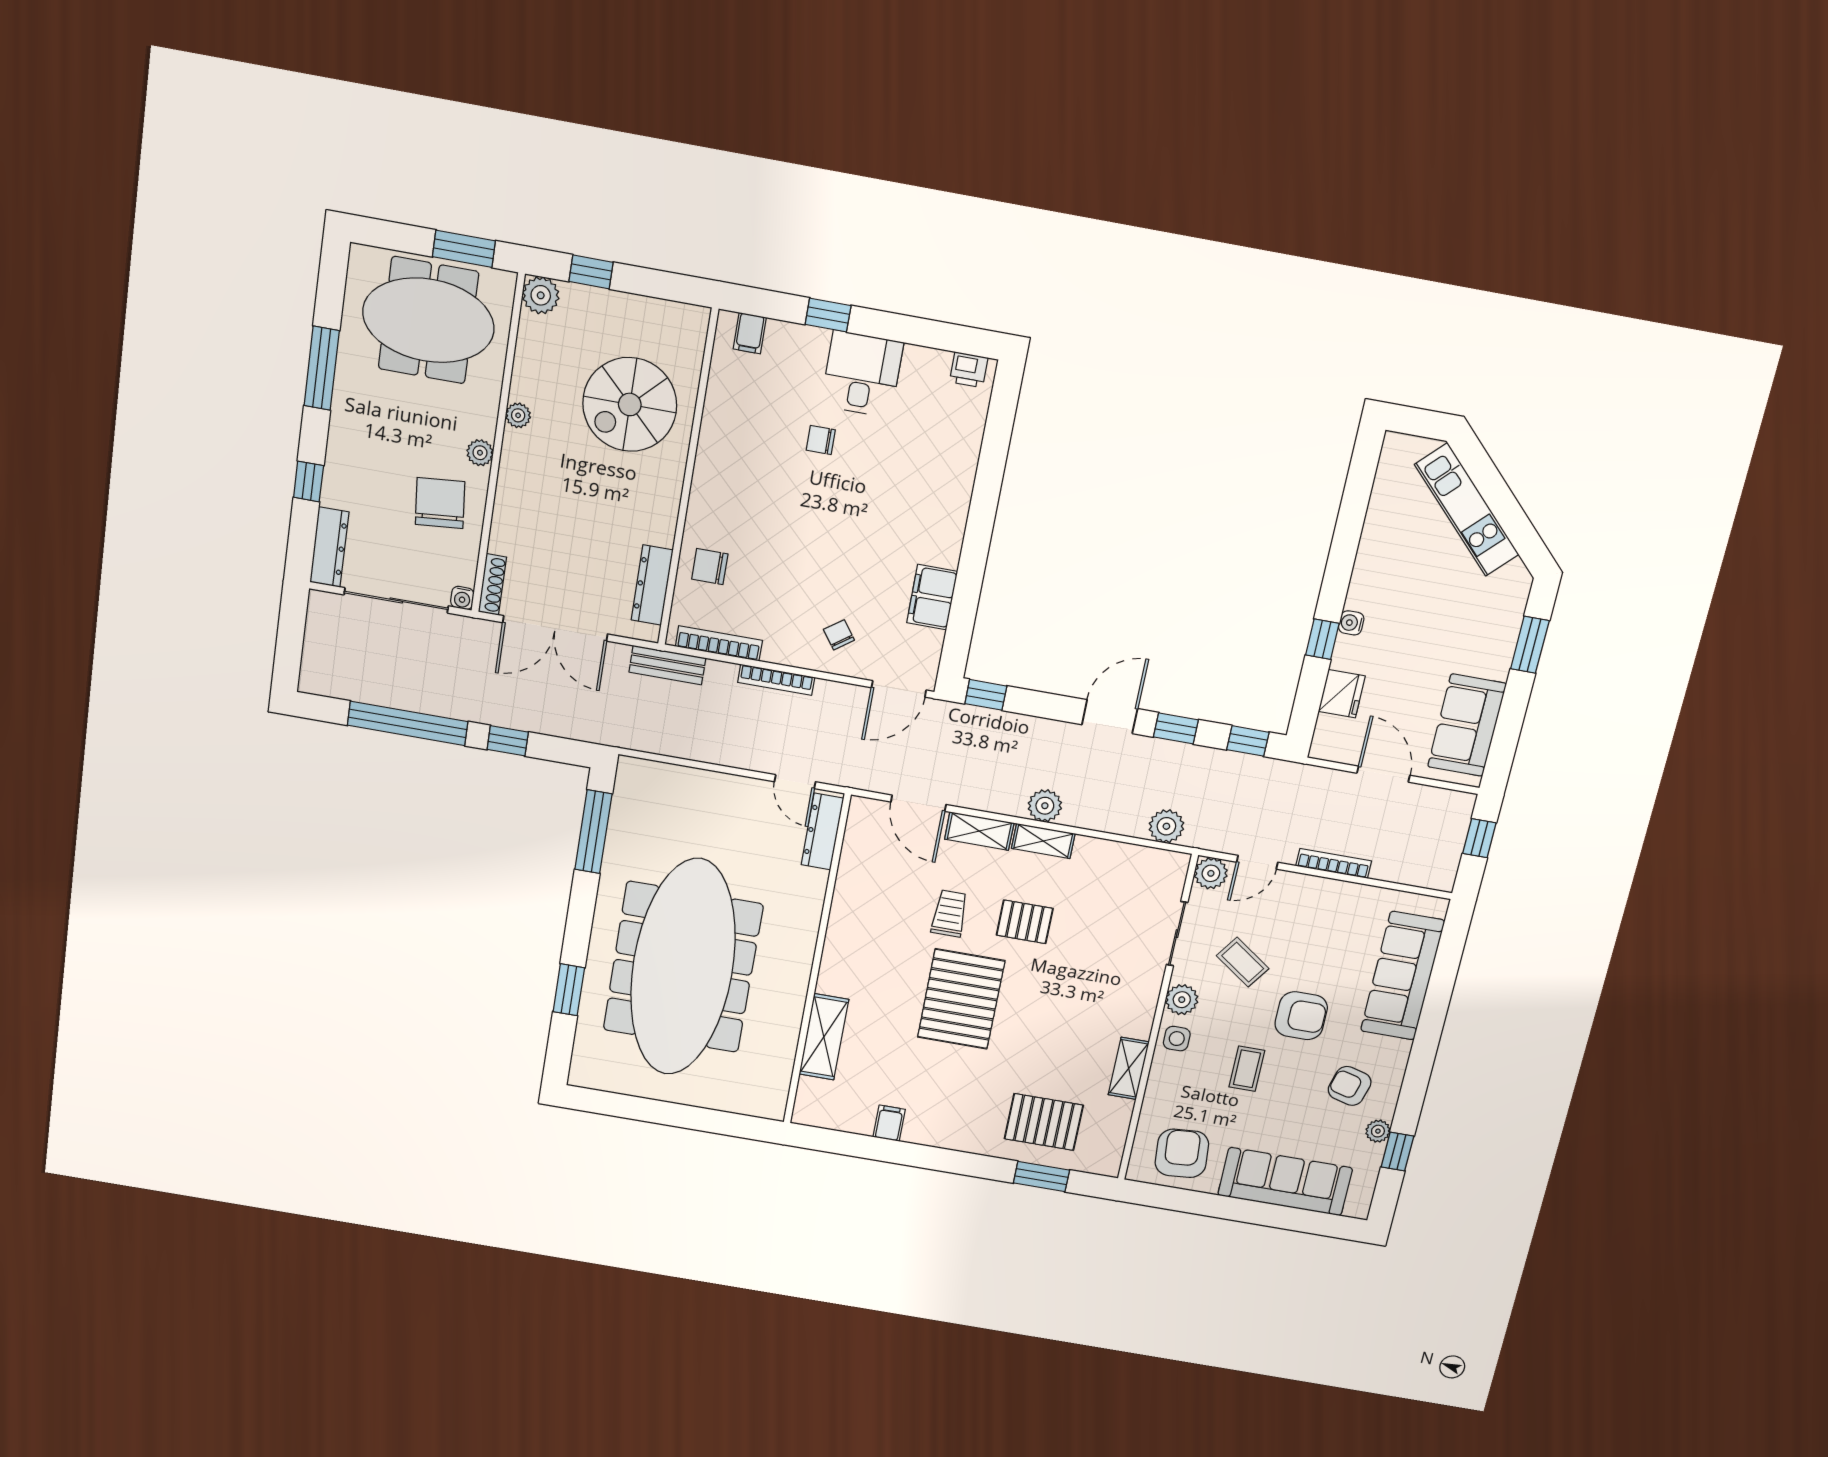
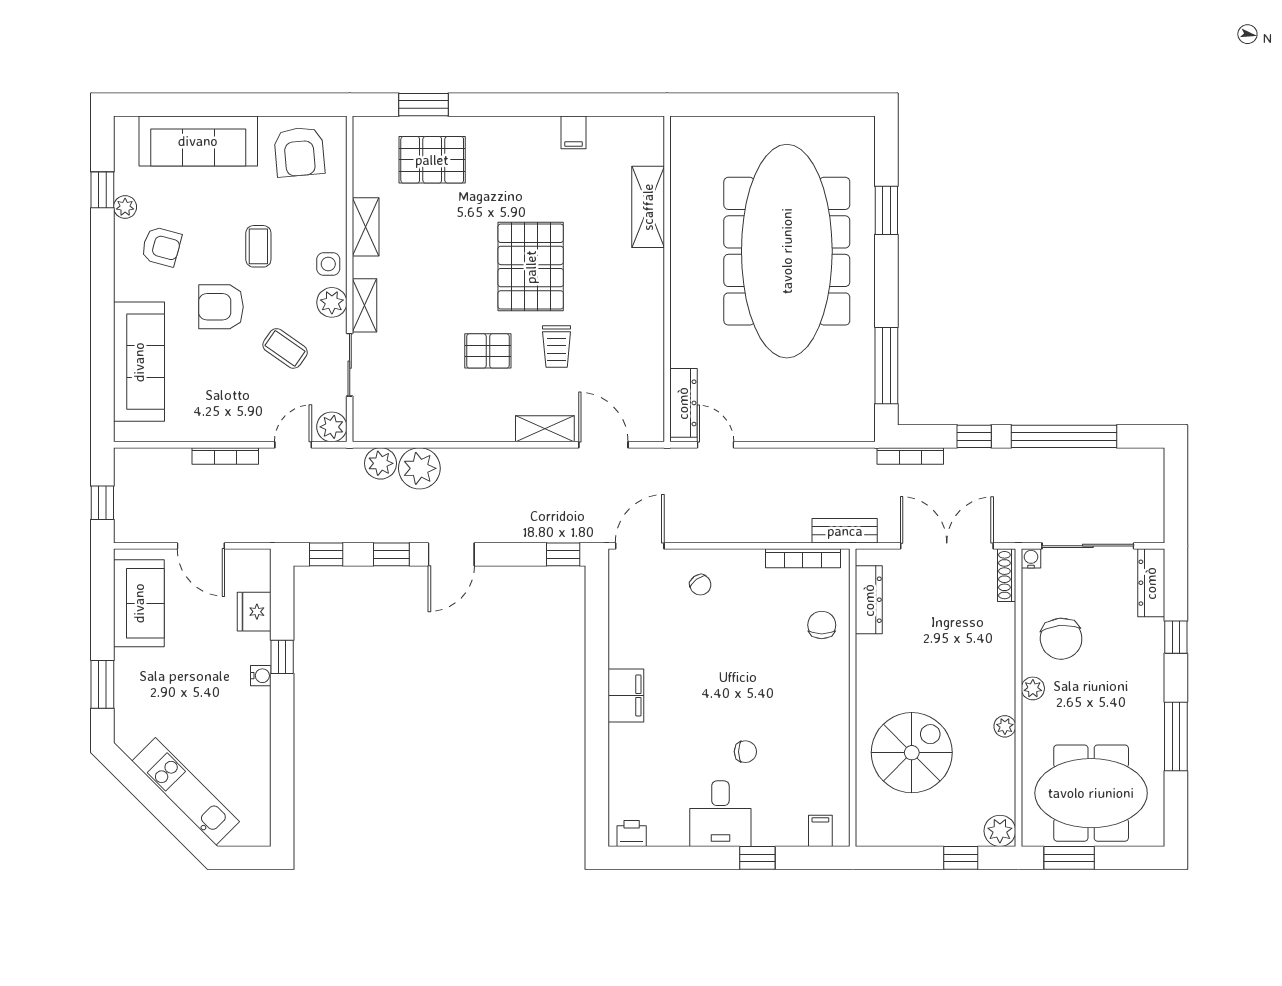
chair: (710, 567) -> (822, 625), turned -90
filing cabinet: (932, 597) -> (626, 695), moved
bookcase: (776, 680) -> (910, 456), moved, turned 180
plant: (1045, 806) -> (419, 468), moved, width x1.36, depth x1.36
shelving: (1043, 841) -> (365, 305), moved, turned 90

